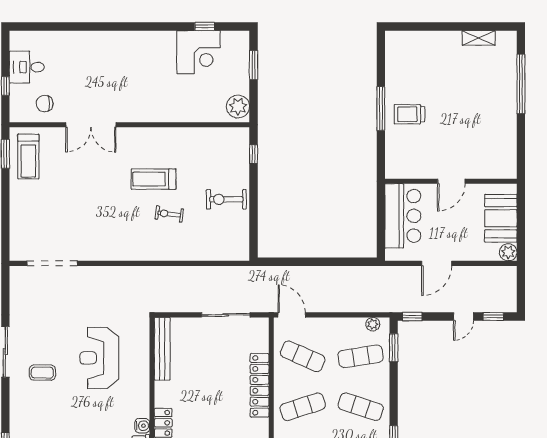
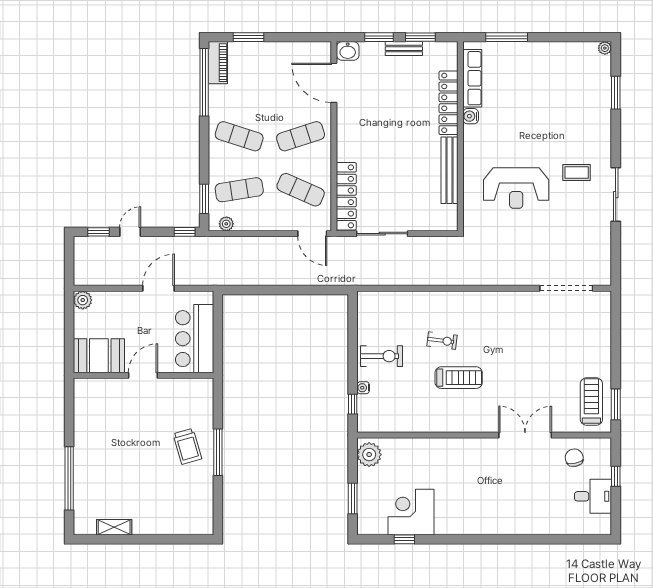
chair: (45, 104) -> (574, 458), turned -101
trolley: (409, 114) -> (187, 446), turned 74
water cooler: (244, 170) -> (363, 388), added
booth: (501, 218) -> (99, 356), moved, turned 90
bench: (162, 349) -> (449, 170), moved
reception desk: (99, 358) -> (516, 188), turned 90
locker: (260, 385) -> (346, 196), moved

